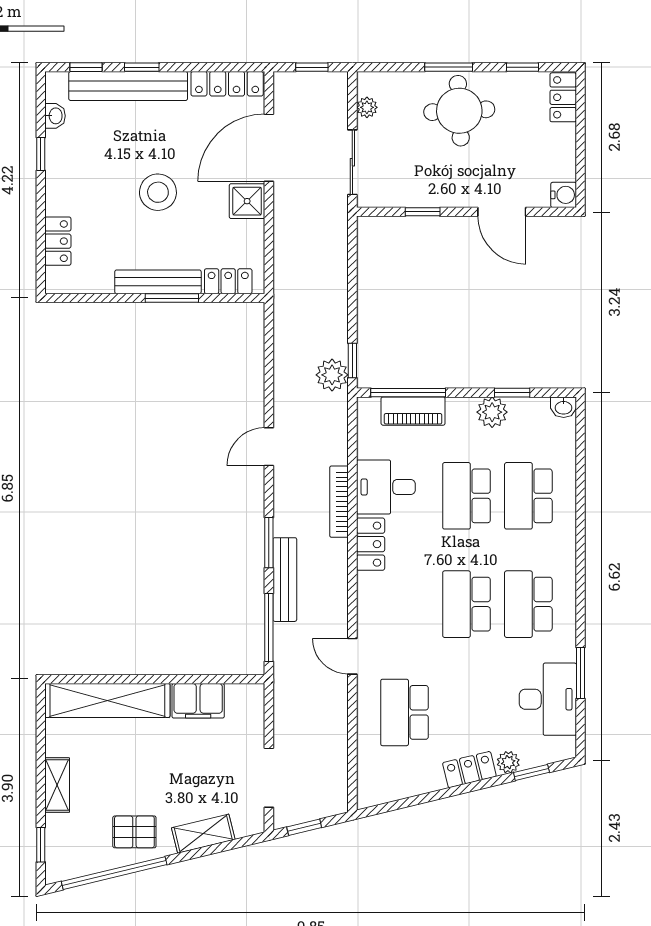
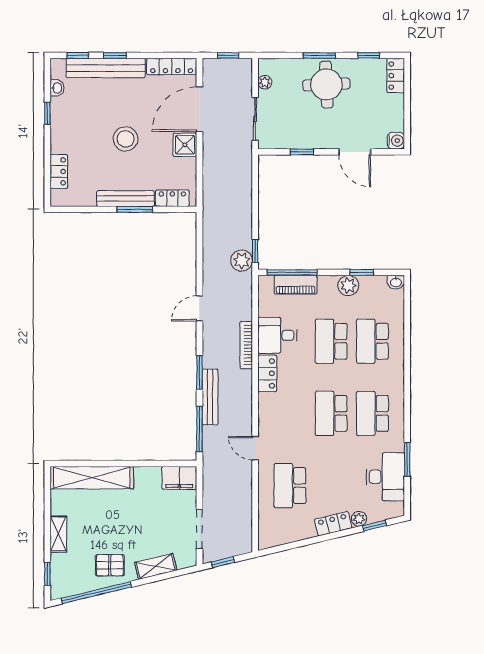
filing cabinet: (198, 701) -> (179, 478), moved

